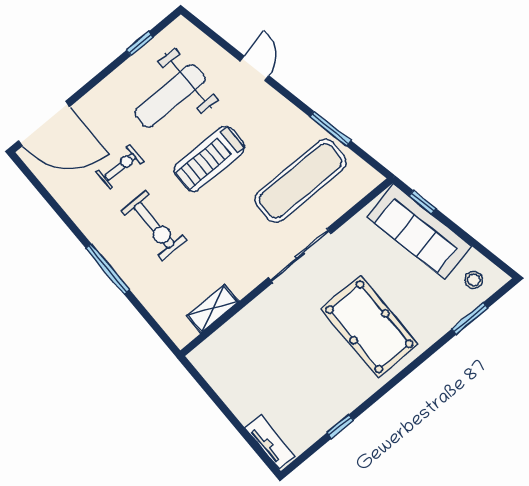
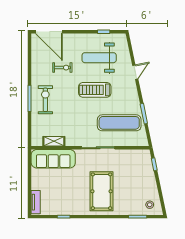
exercise bike: (154, 225) -> (45, 100), moved, turned 180
sofa: (419, 231) -> (53, 159), moved, turned -78

